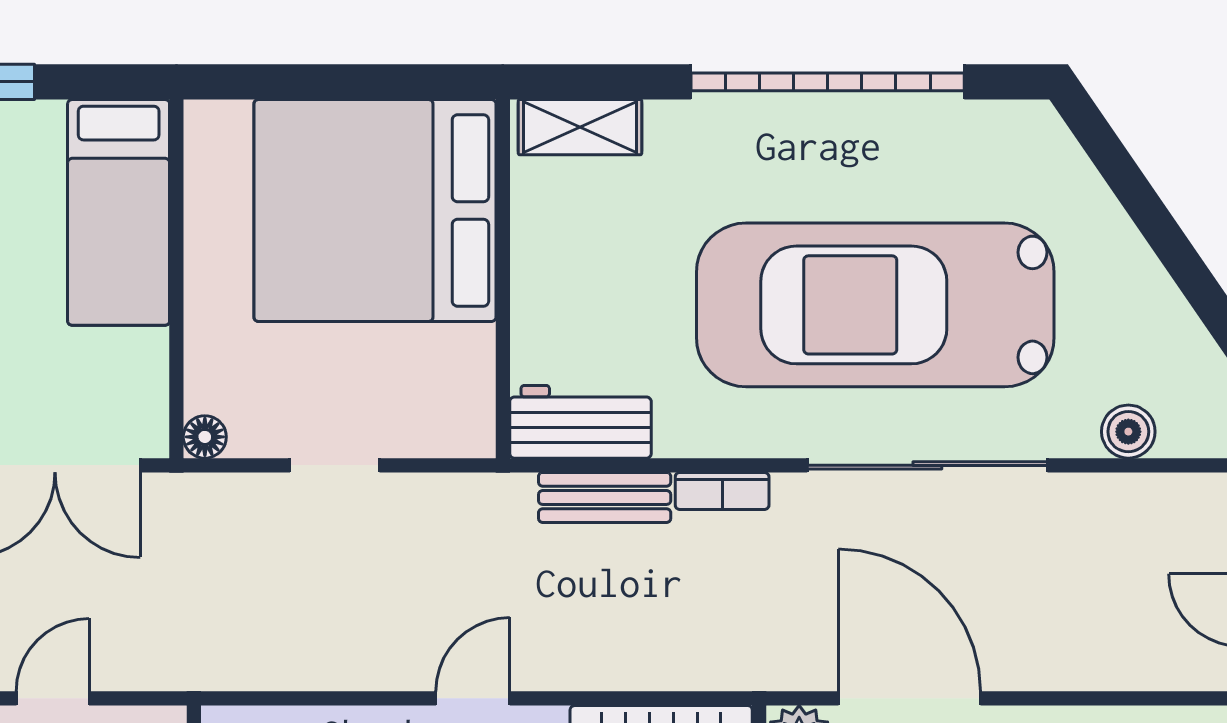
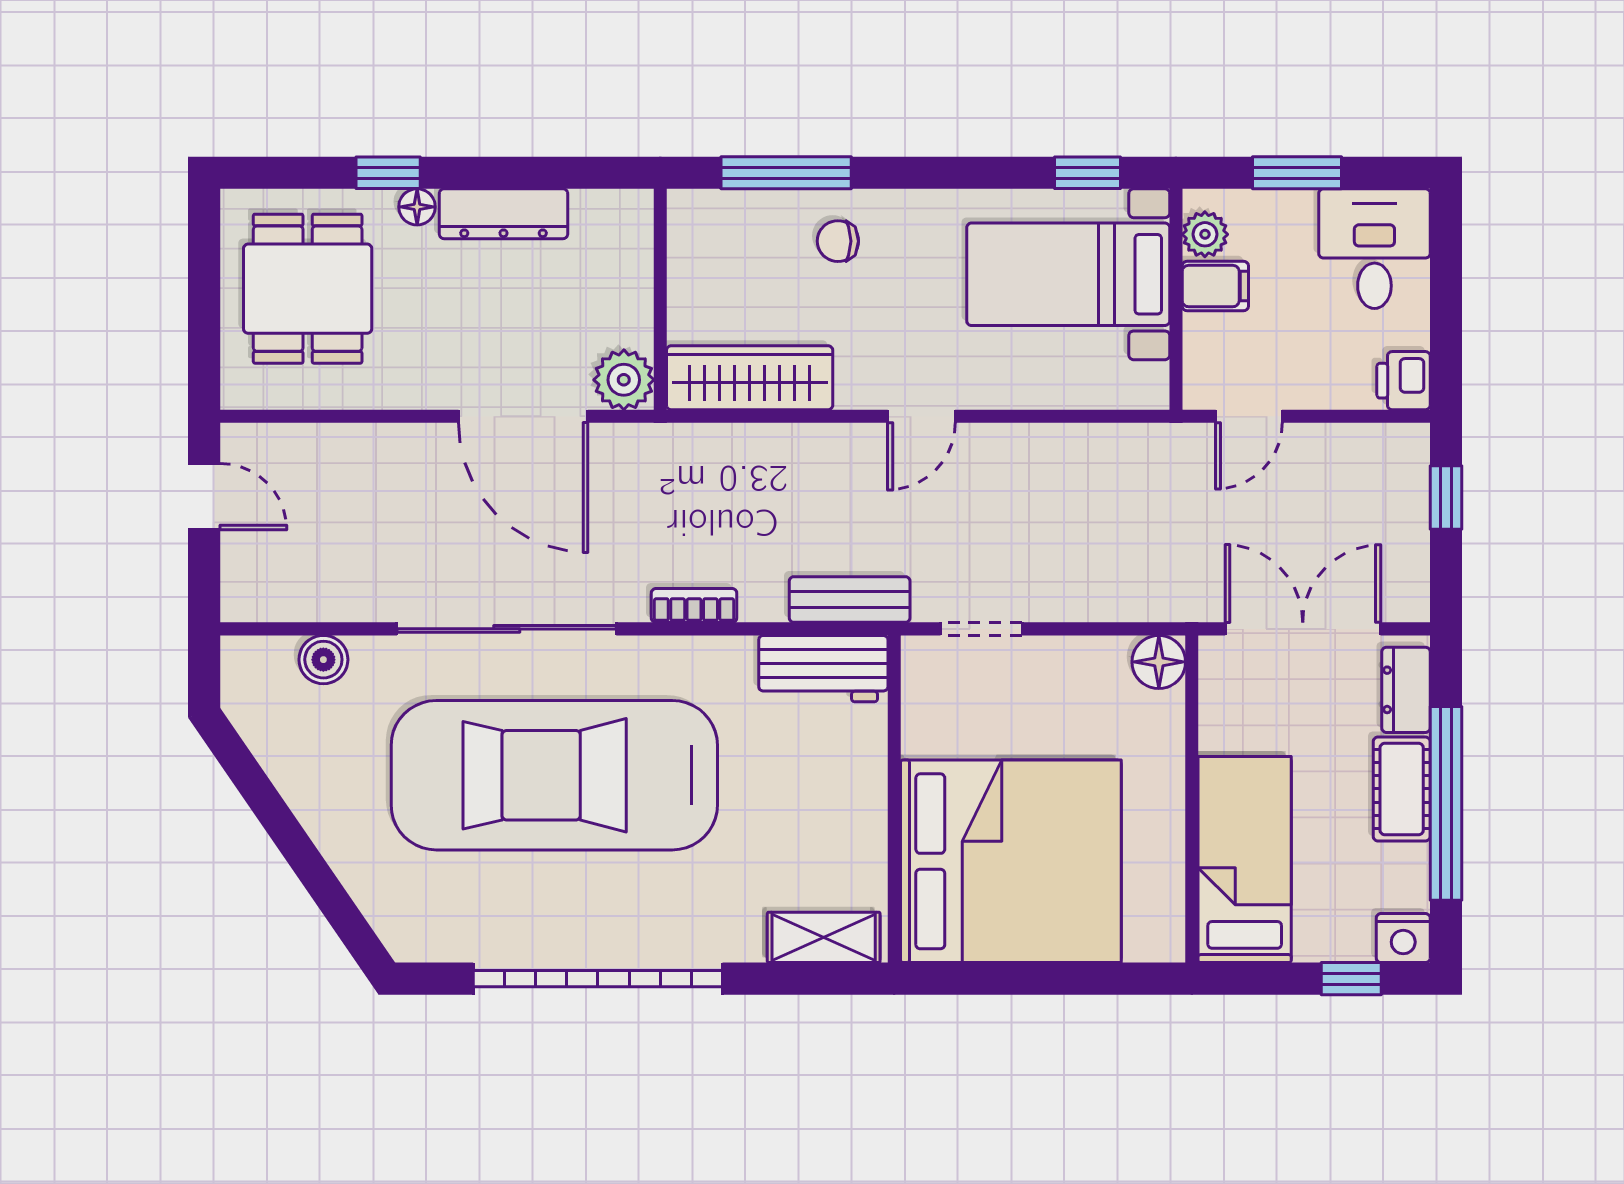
car: (875, 305) -> (554, 775), turned 180
floor lamp: (205, 437) -> (1159, 662), width x1.37, depth x1.37
doorway: (335, 465) -> (981, 629), moved
bench: (605, 497) -> (850, 599), moved
door: (53, 698) -> (1249, 416), moved

